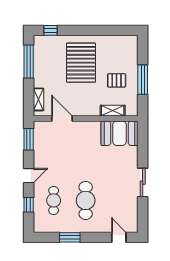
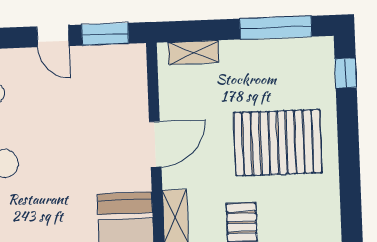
door: (62, 118) -> (155, 144), moved
door: (29, 176) -> (53, 36), moved

